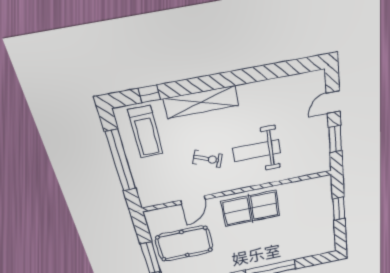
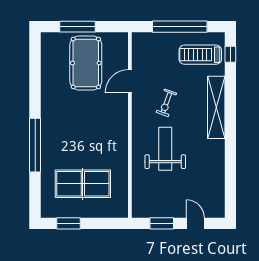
window: (149, 94) -> (230, 54), moved
door: (193, 200) -> (130, 81), hinge flipped
table tennis table: (251, 208) -> (83, 184), moved, turned 90
window: (339, 209) -> (69, 223), moved

